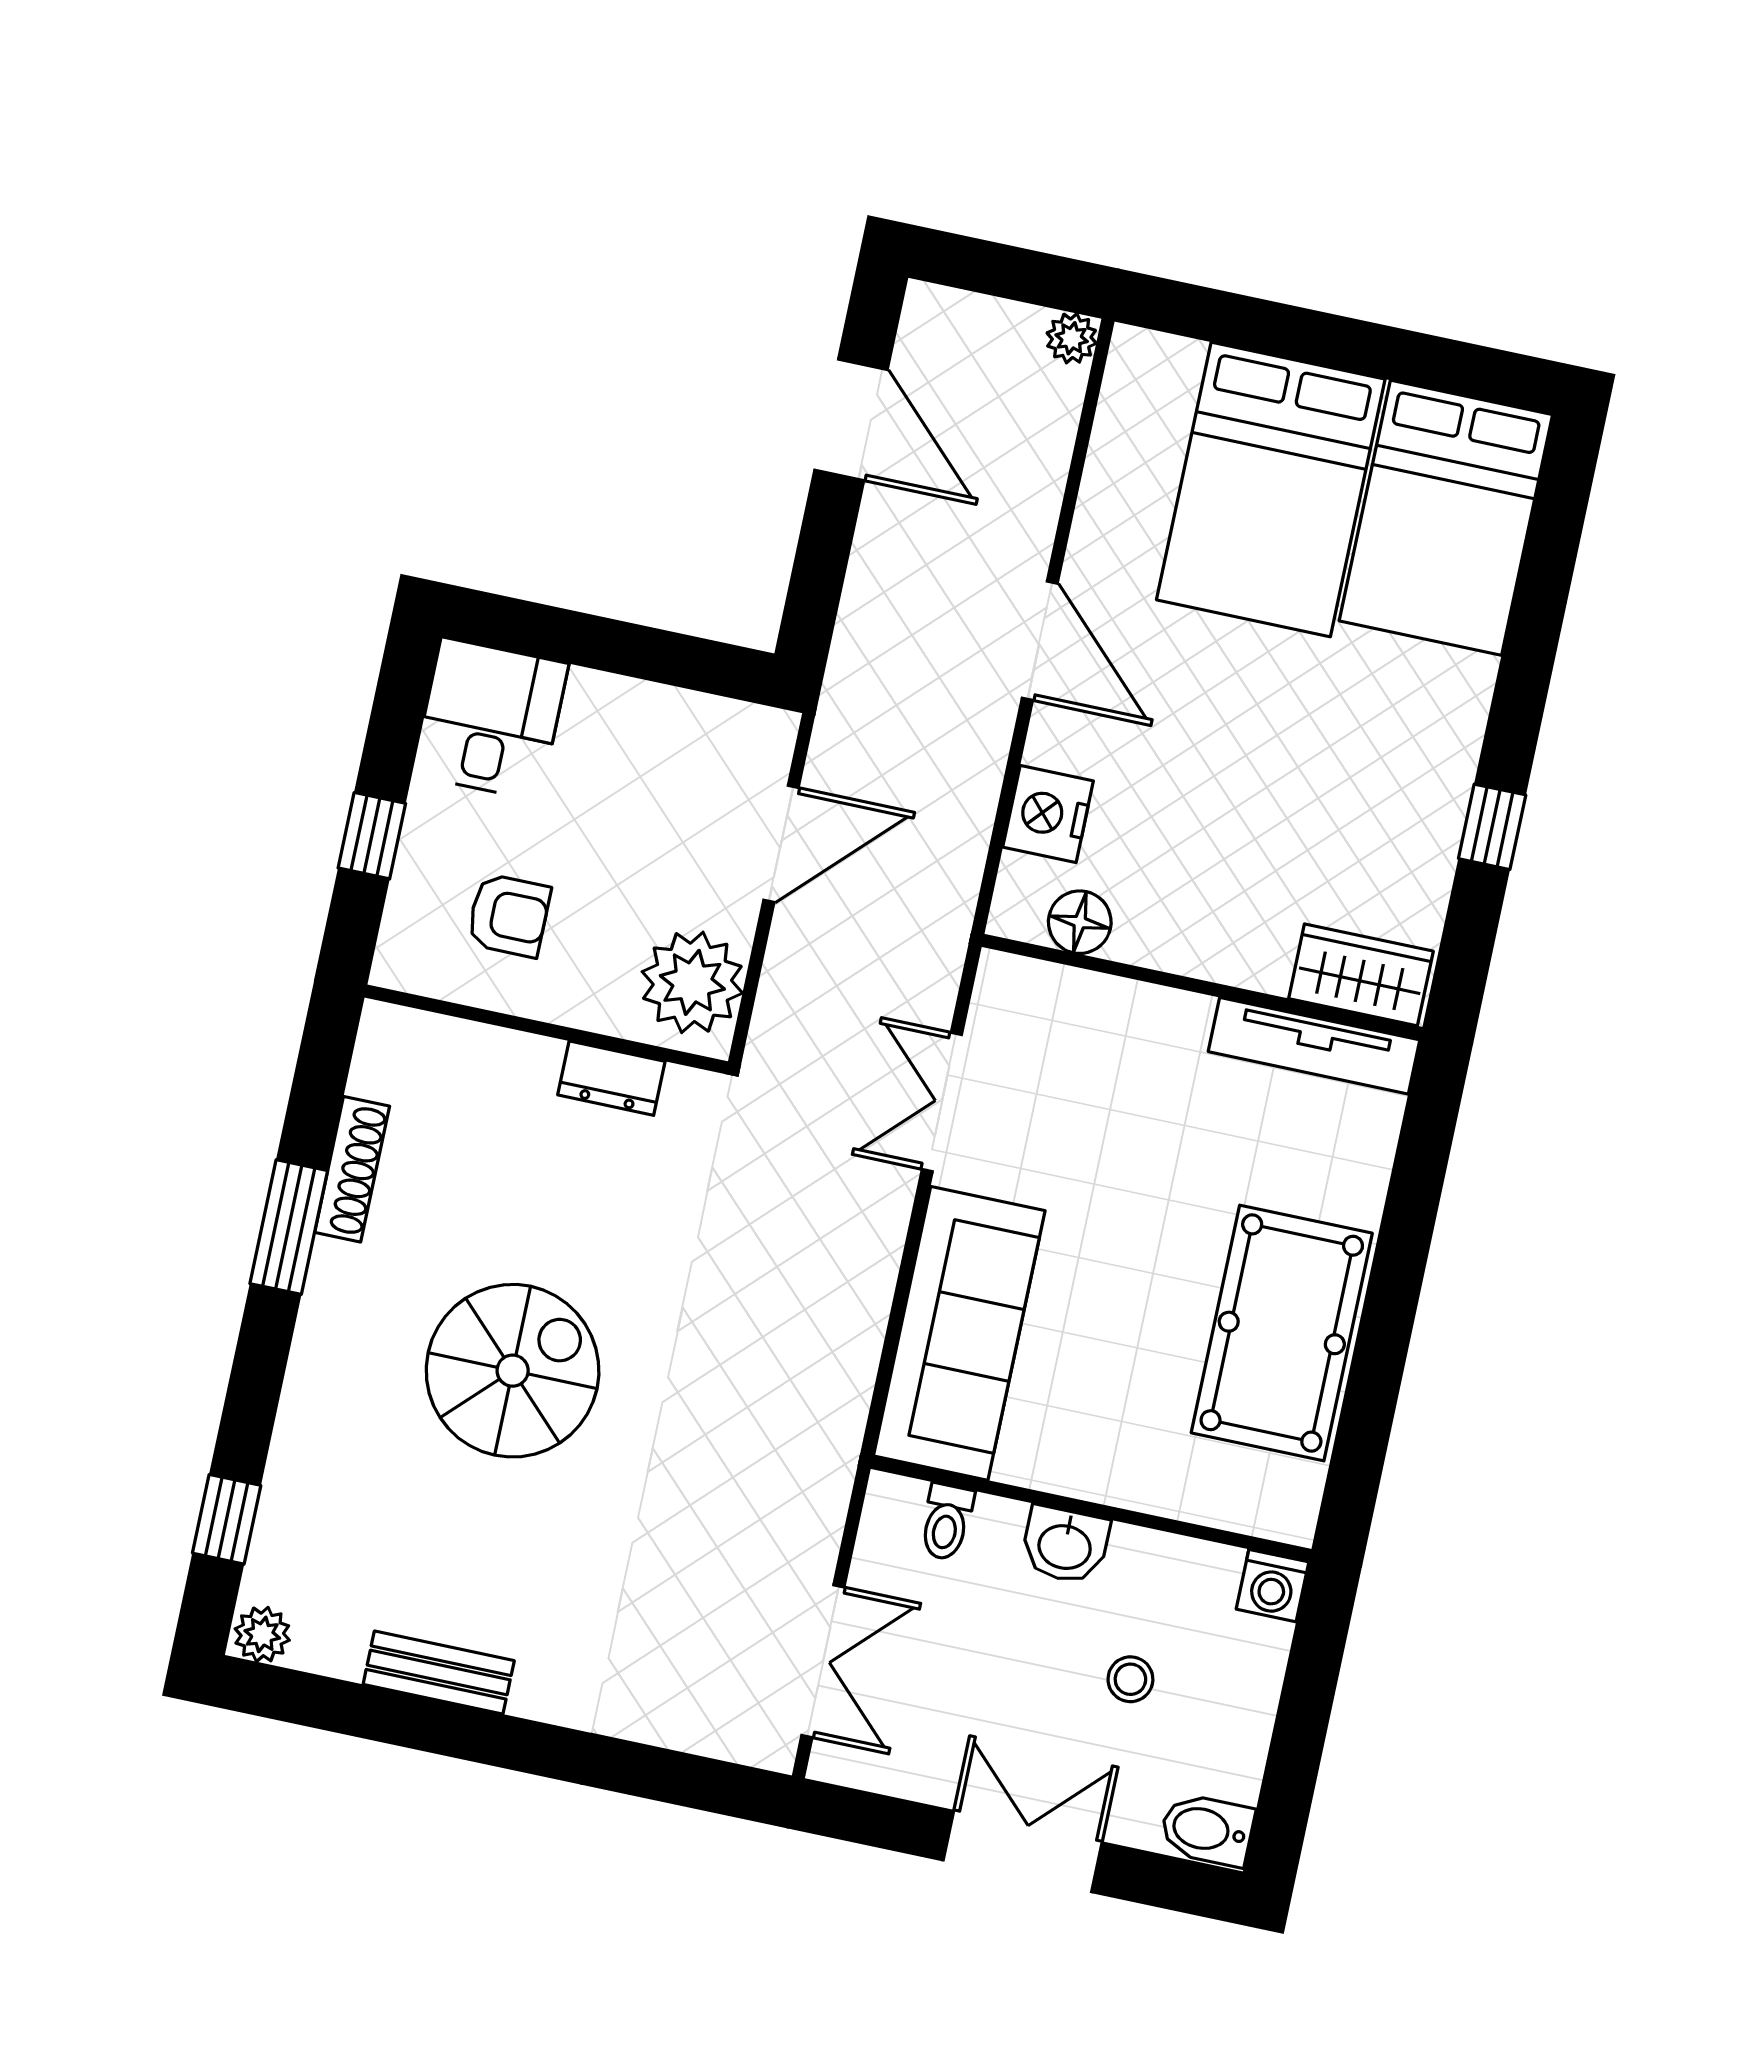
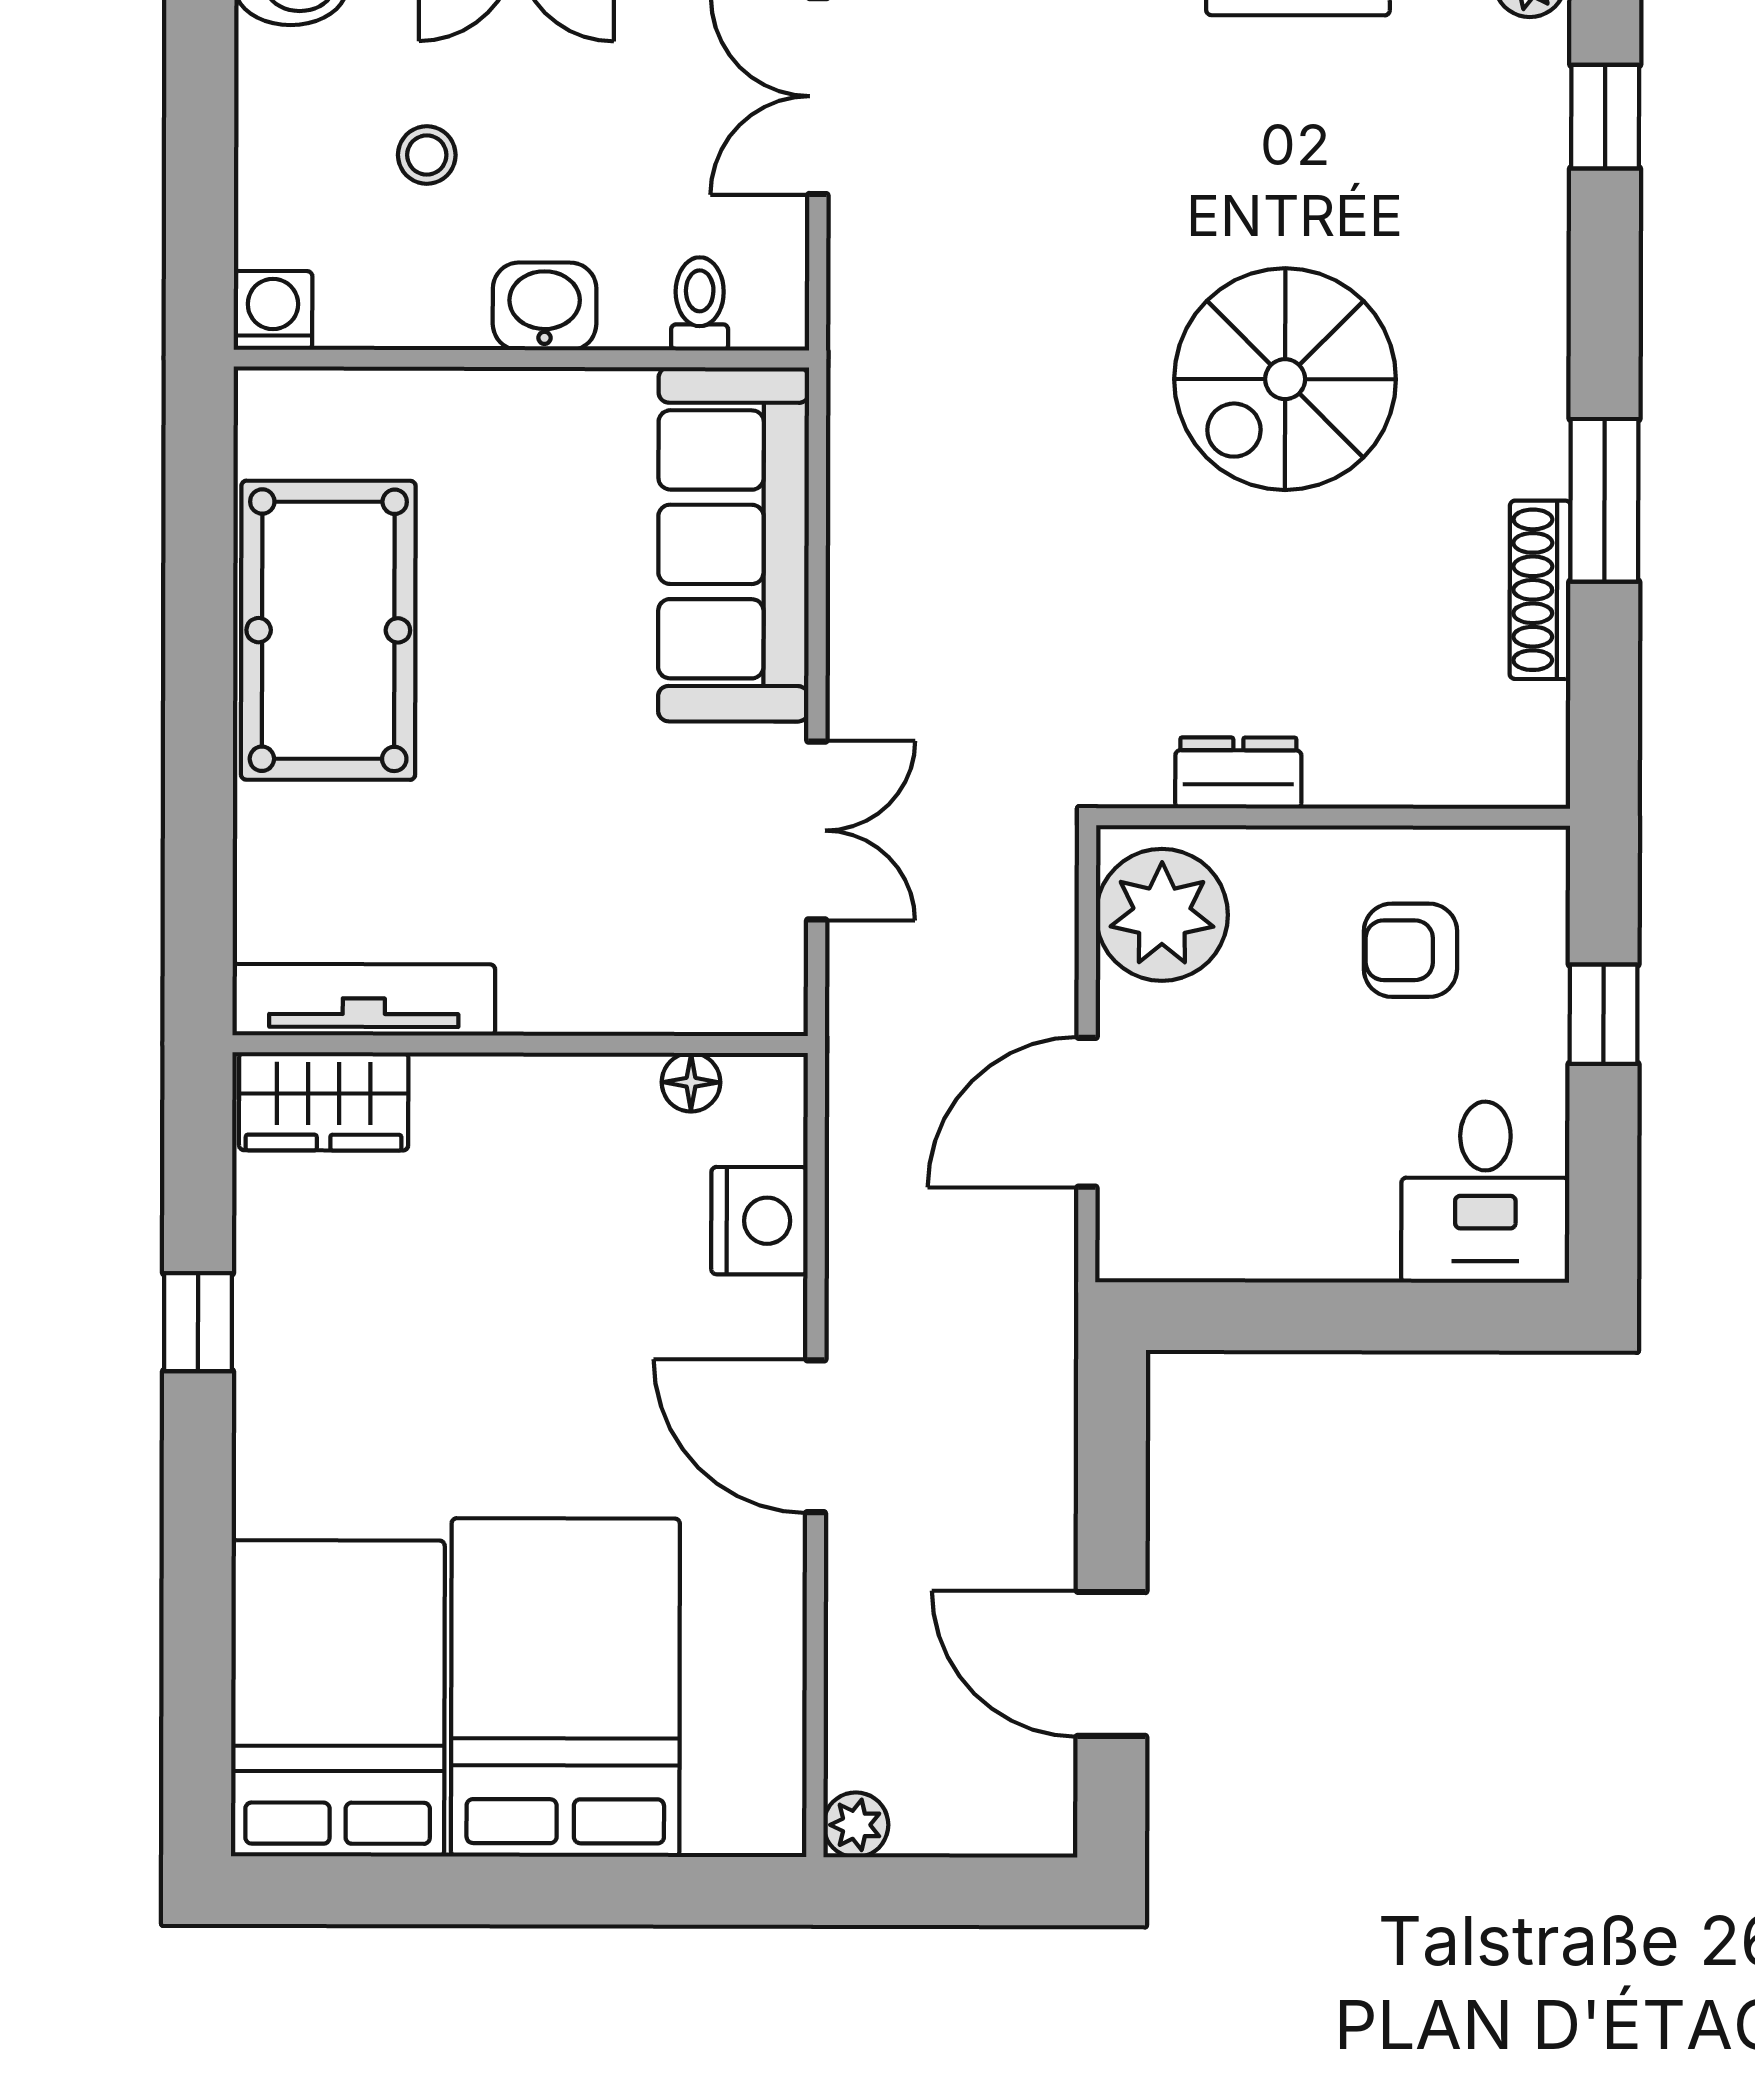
floor lamp: (1080, 922) -> (691, 1082), width x0.73, depth x0.73

